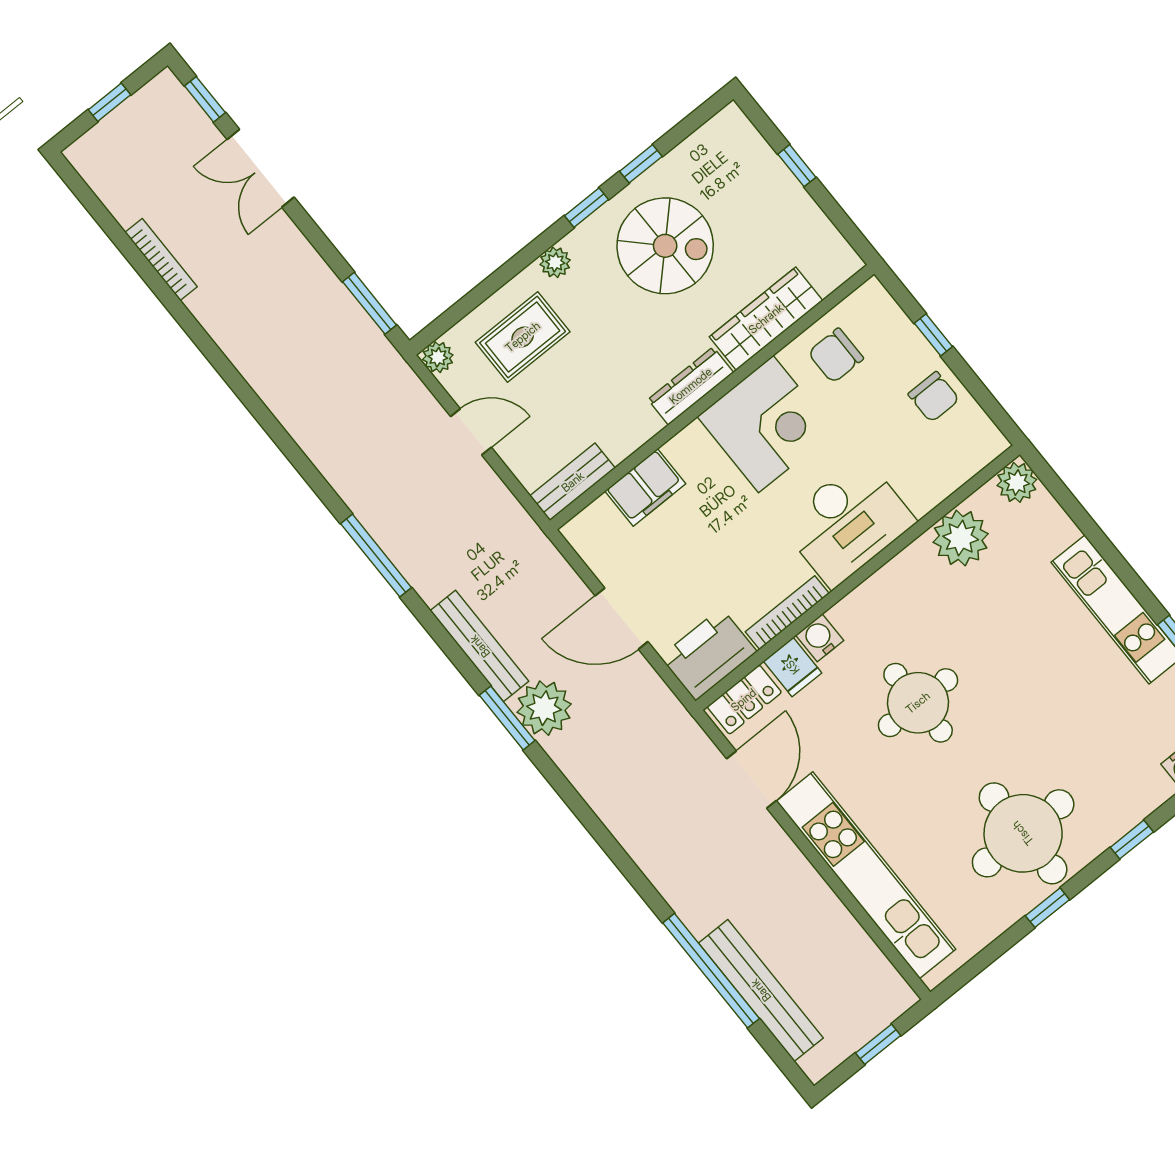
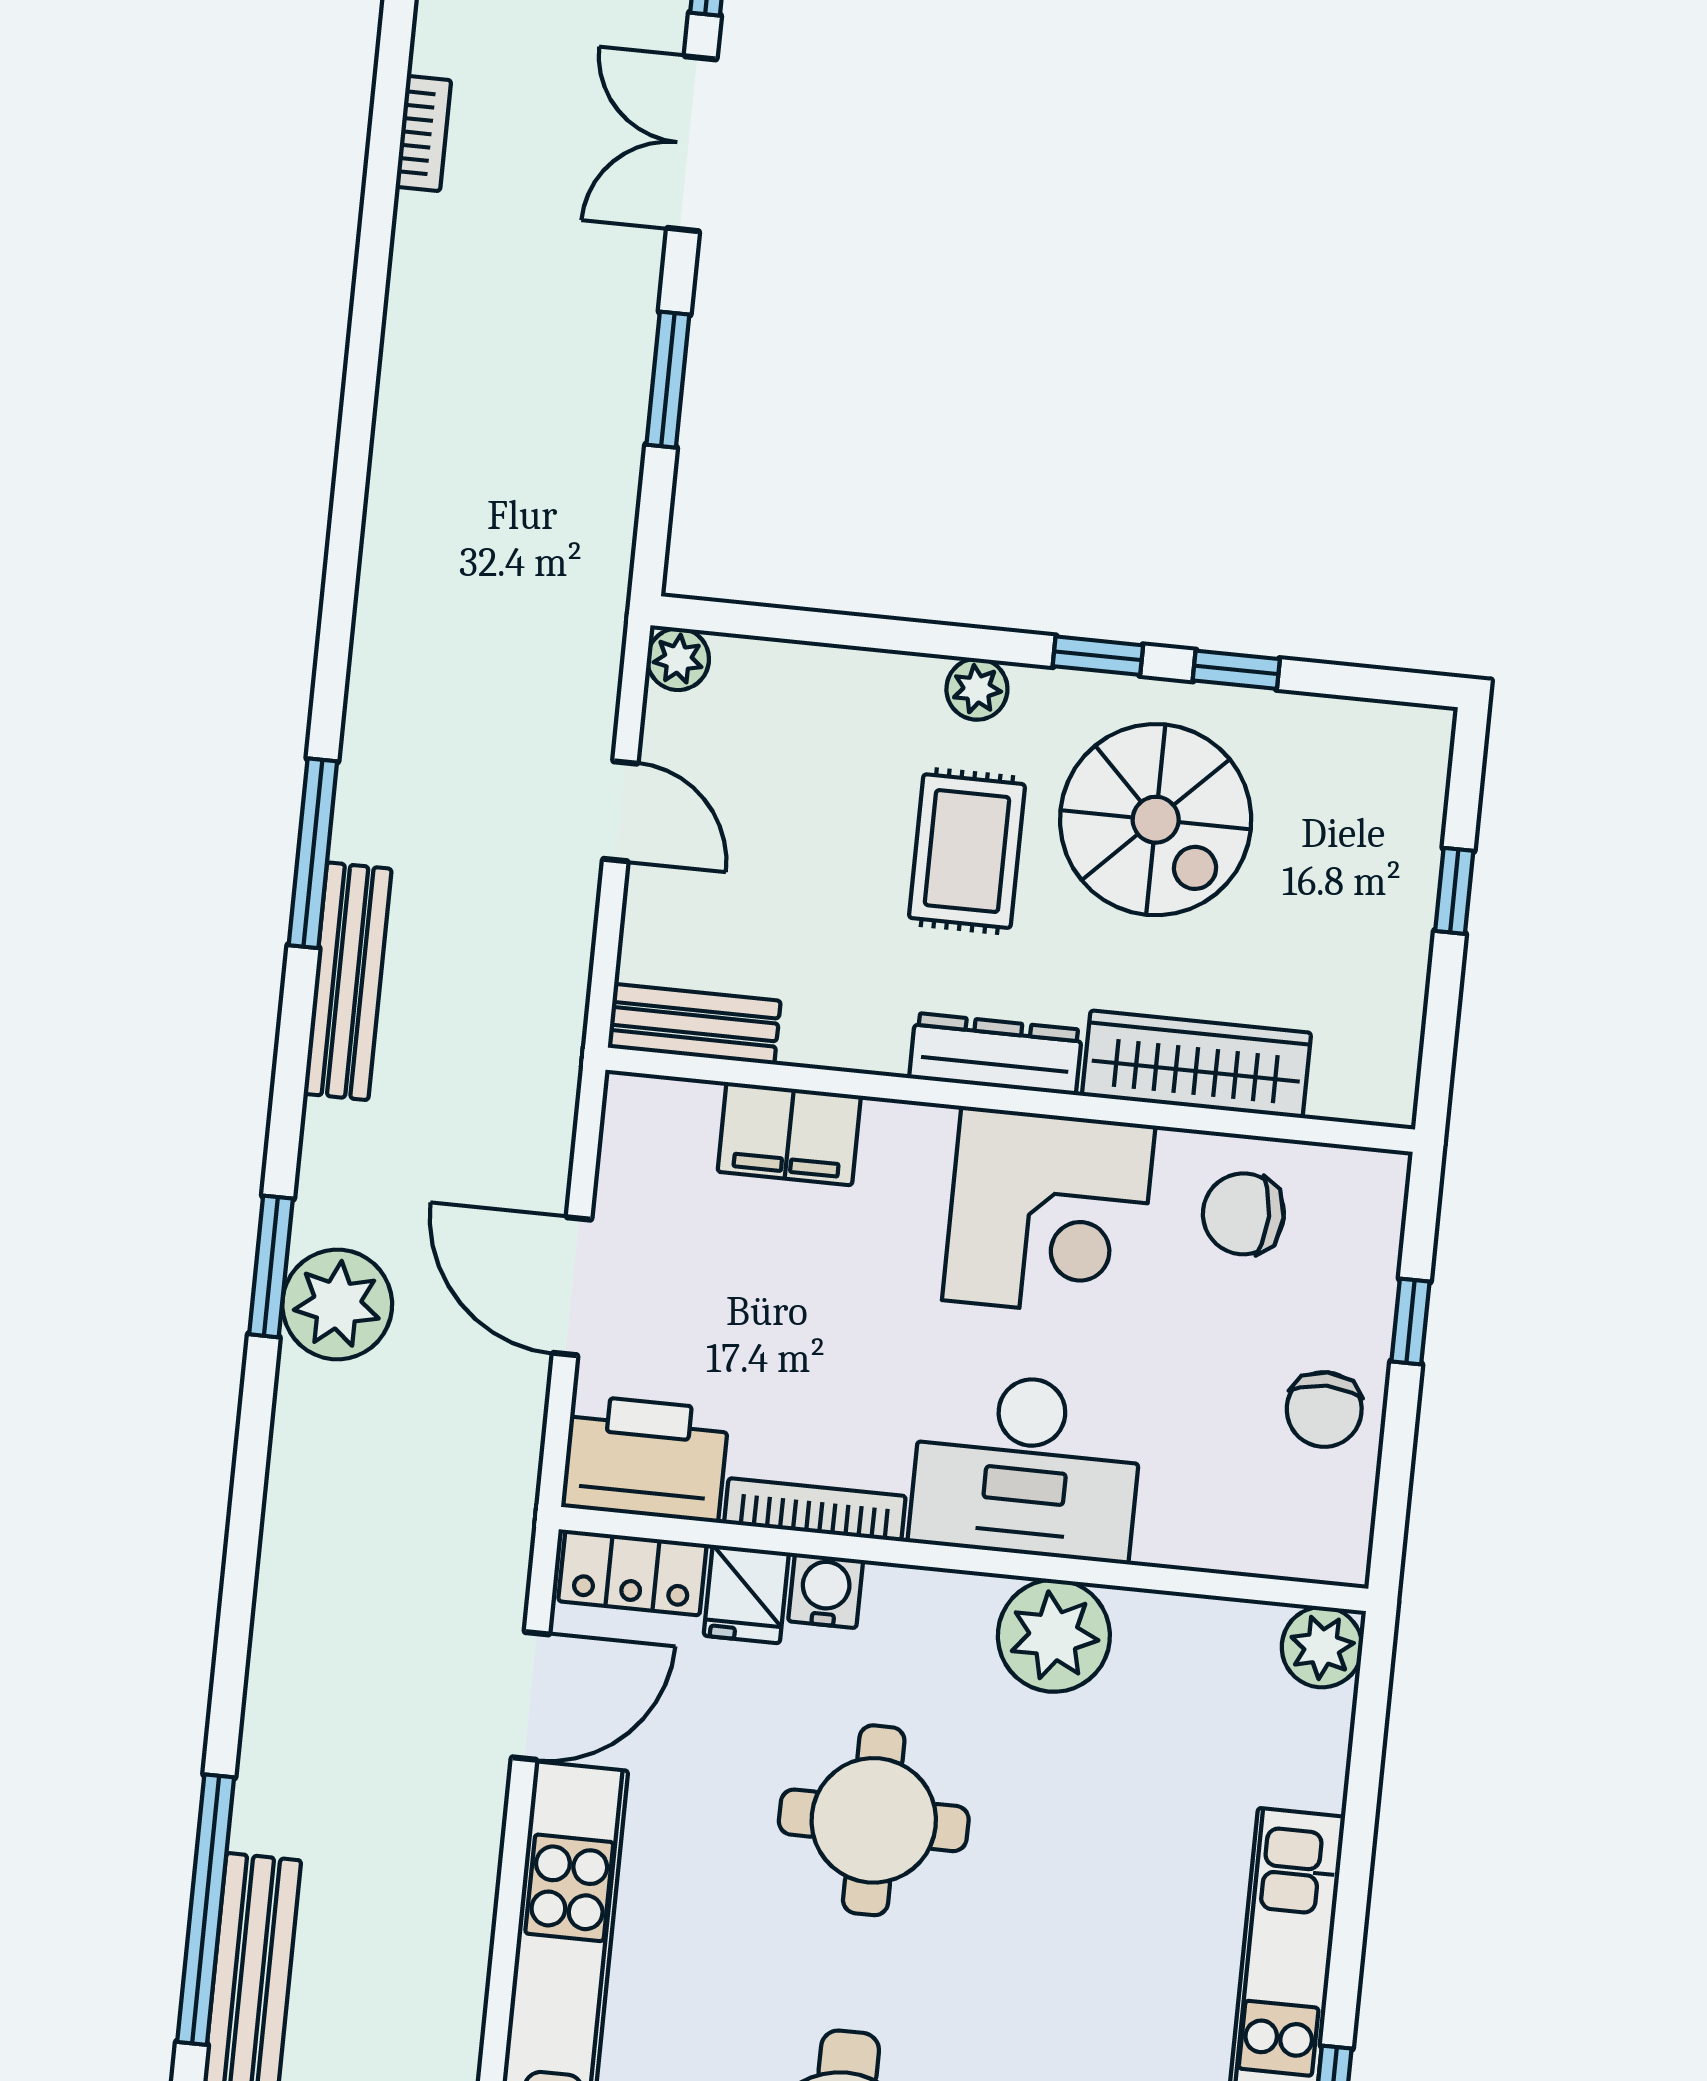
bookcase: (161, 259) -> (423, 133), width x0.64
window: (370, 303) -> (668, 380), moved
rug: (523, 337) -> (967, 851), moved, turned 90
plant: (961, 538) -> (1054, 1636), moved
bench: (480, 646) -> (348, 981), moved

